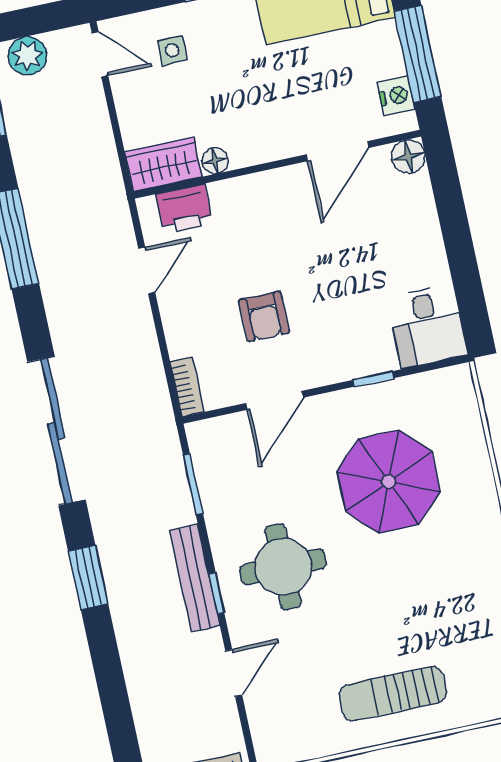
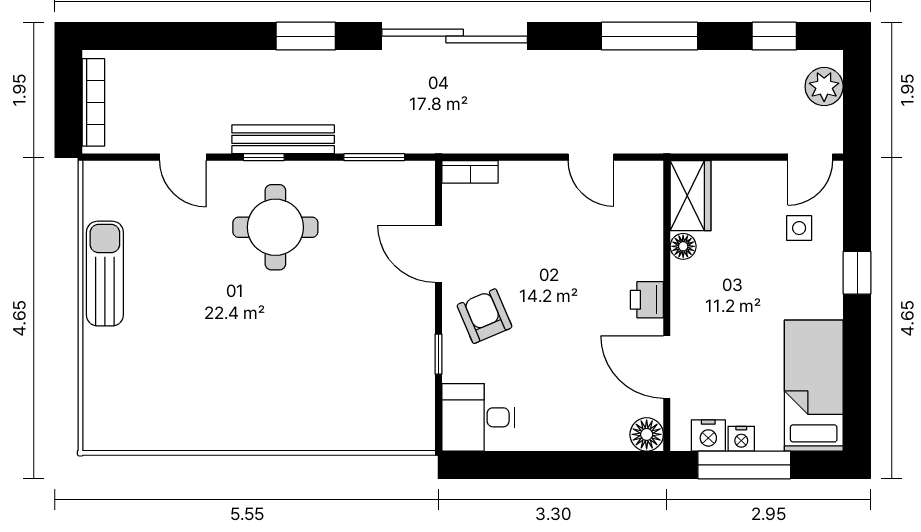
nightstand: (392, 62) -> (741, 439), added
printer: (184, 209) -> (647, 300), moved, width x0.73, depth x0.81
armchair: (264, 316) -> (485, 316), moved, turned 67
parasol: (389, 482) -> (336, 347), removed
sun lounger: (393, 694) -> (105, 274), moved

